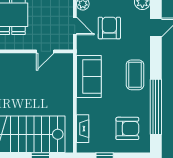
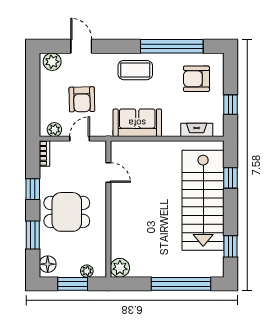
armchair: (109, 28) -> (82, 99), turned -91
armchair: (127, 128) -> (196, 79), turned -90

